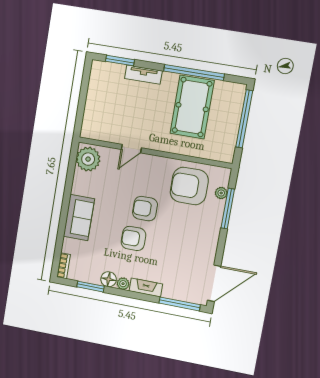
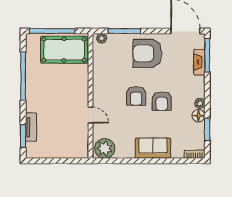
tv unit: (143, 75) -> (31, 127), moved
pool table: (192, 107) -> (64, 50), moved
armchair: (189, 186) -> (147, 53), moved, turned 90
plant: (221, 193) -> (102, 38), moved
fireplace: (146, 287) -> (199, 62), moved

